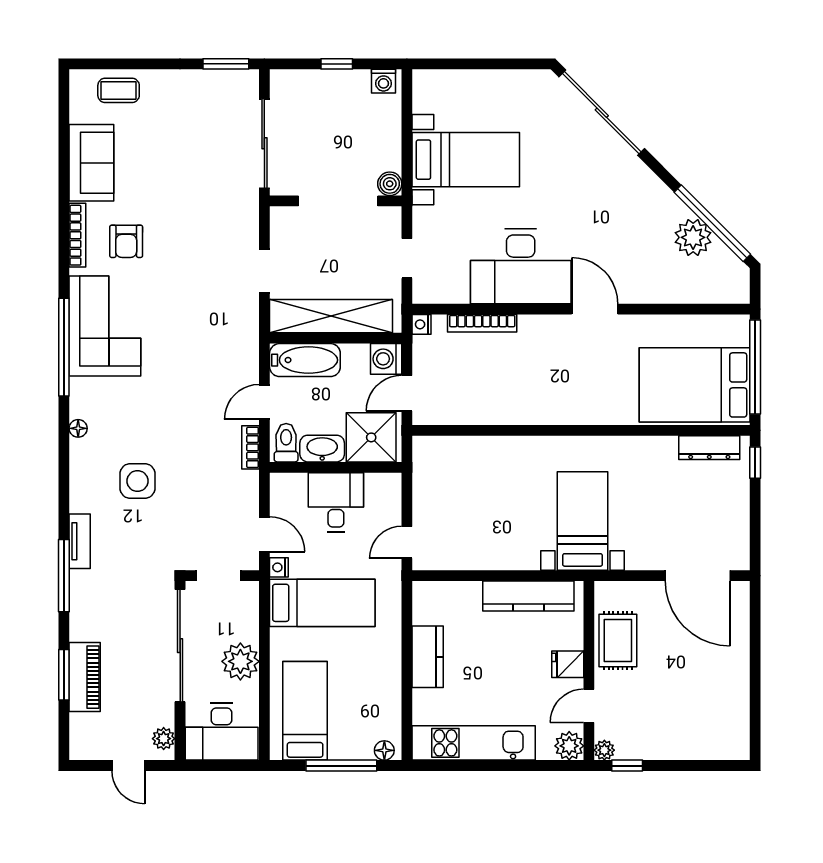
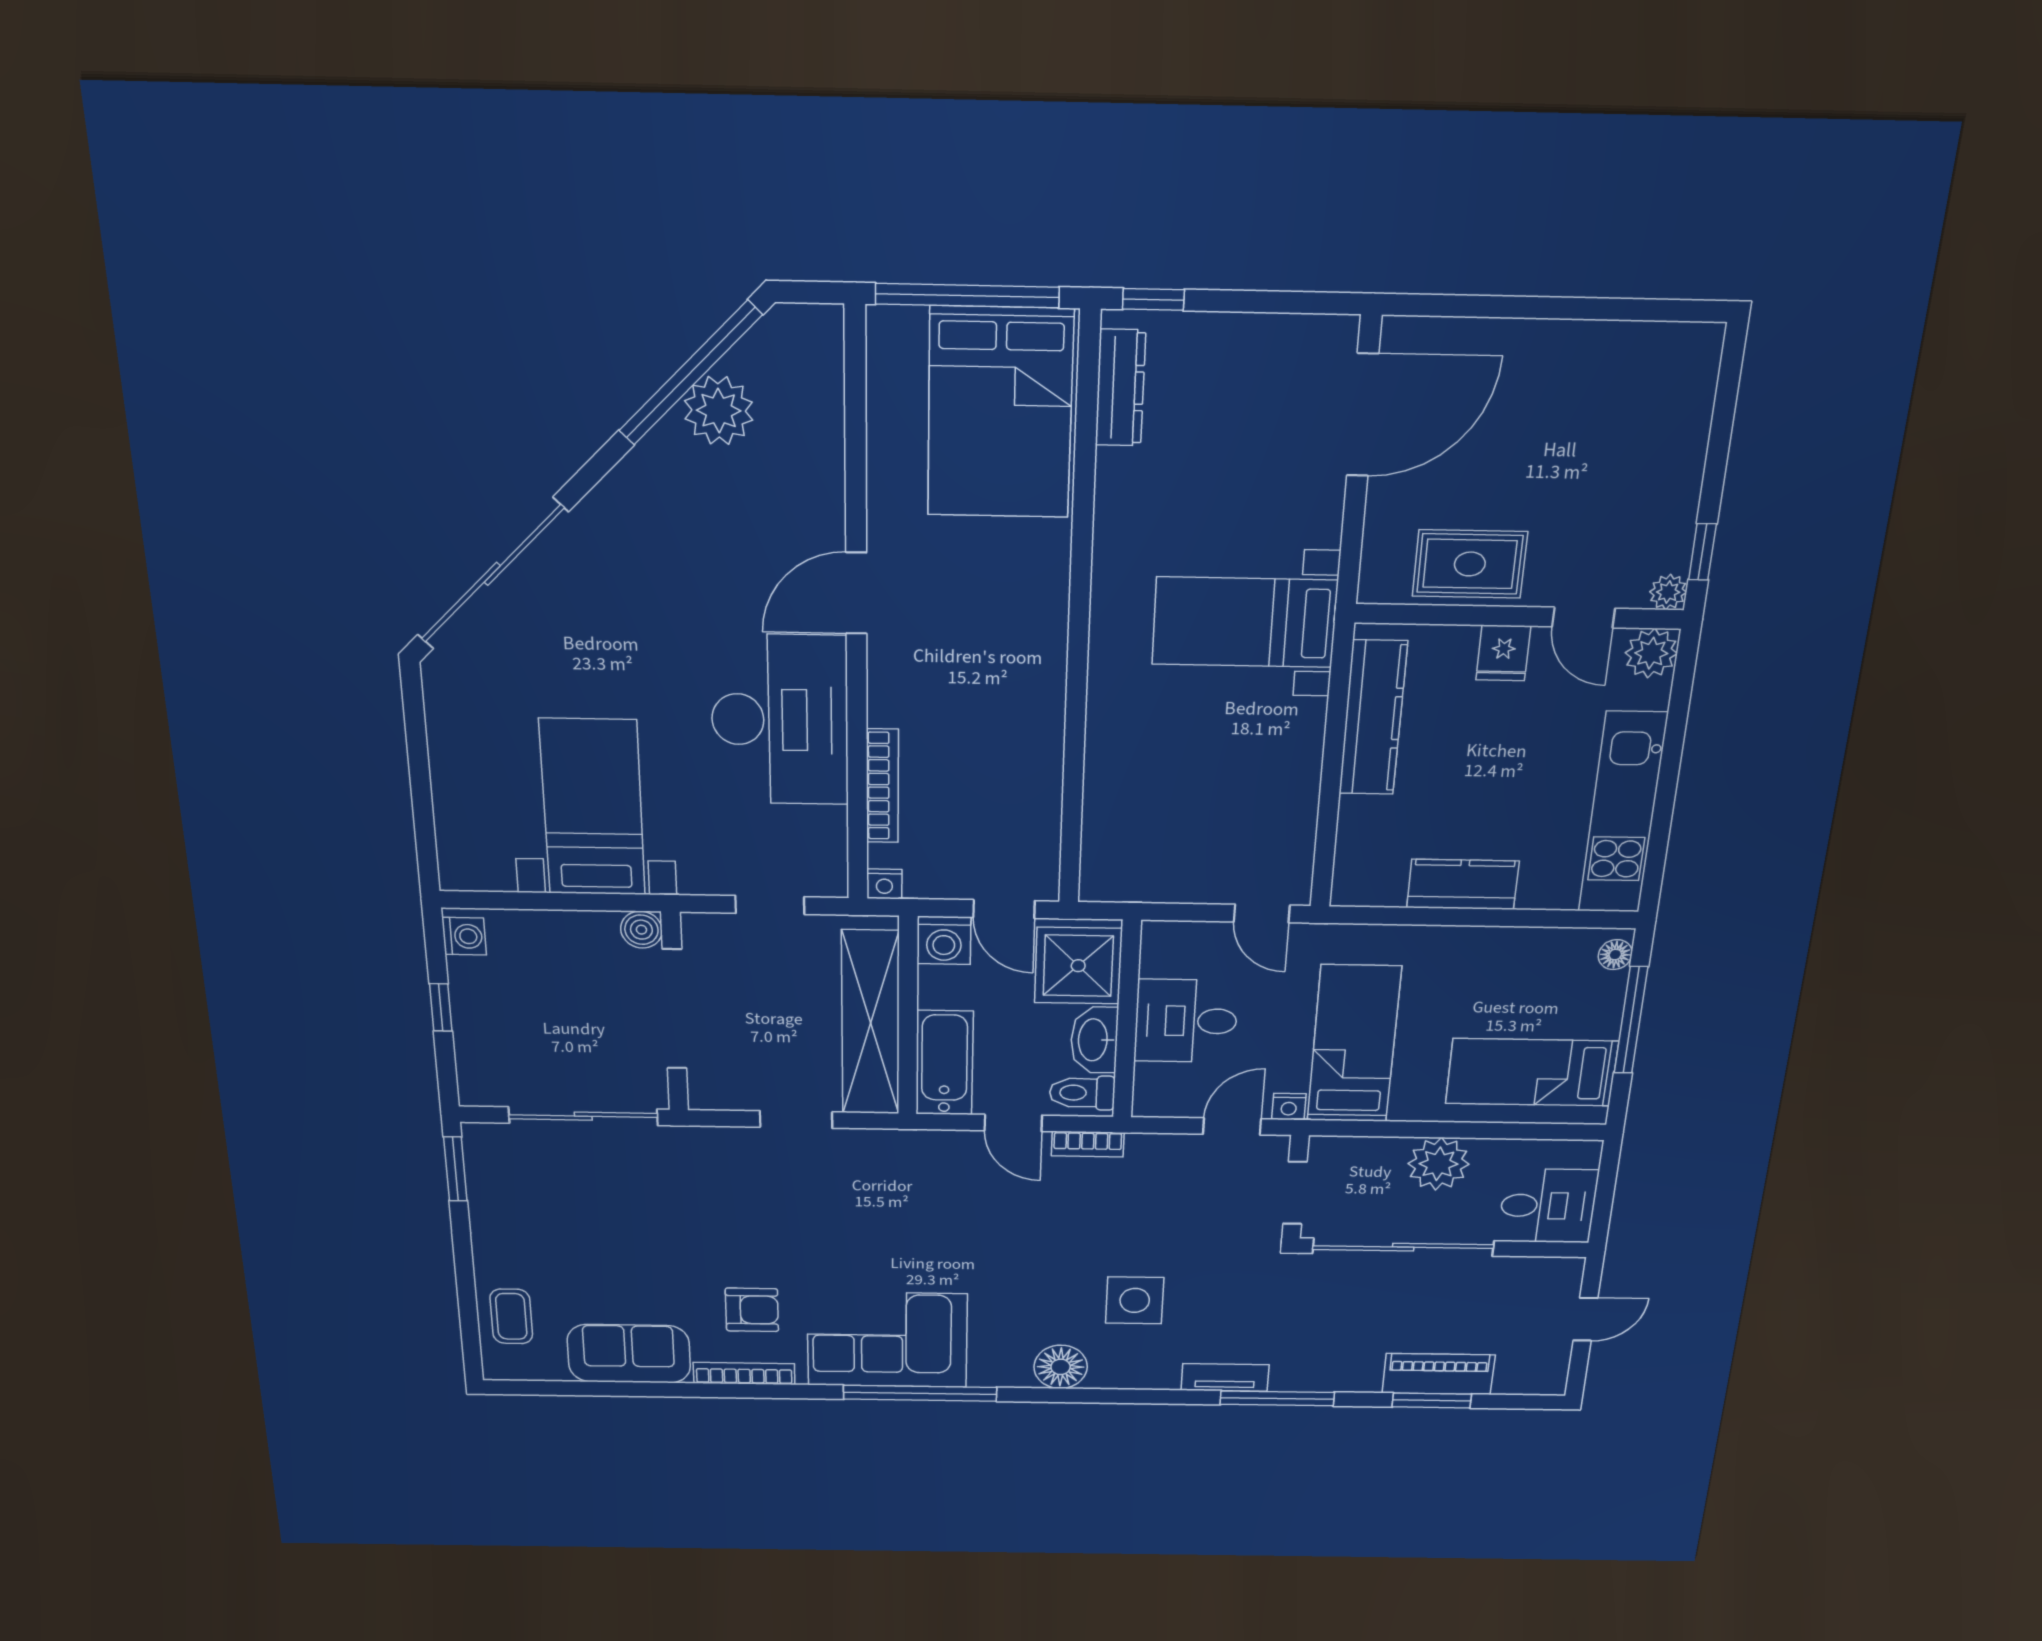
floor lamp: (78, 428) -> (1061, 1367), width x1.89, depth x1.89
desk: (222, 732) -> (1548, 1206), width x0.73
plant: (164, 739) -> (1549, 1272), removed

